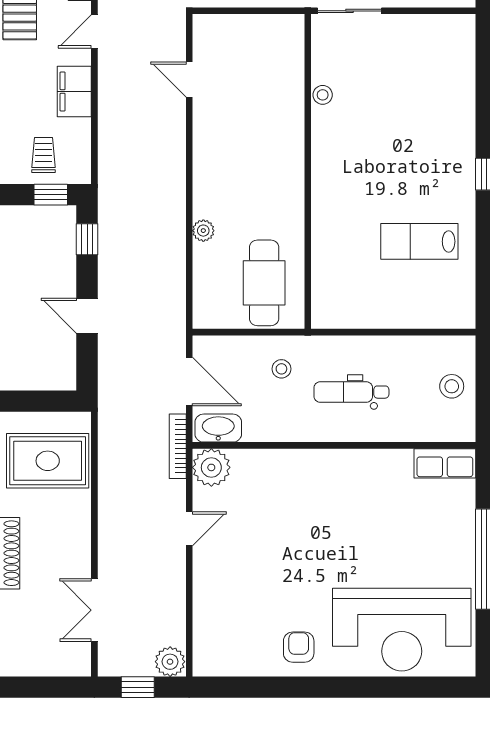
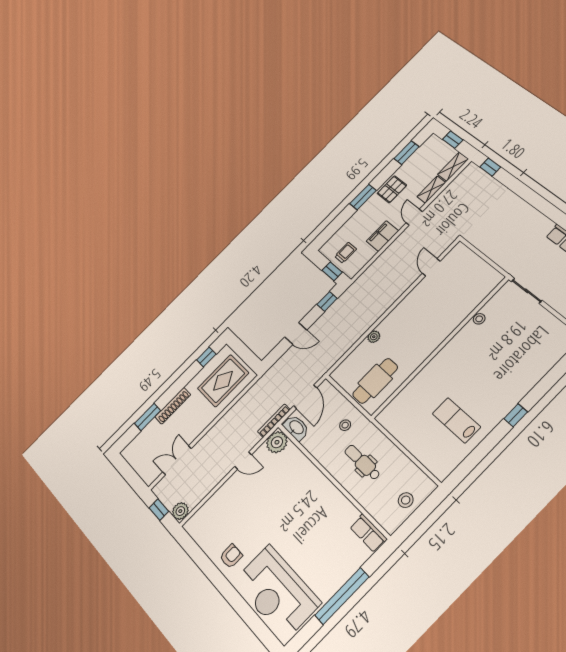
door: (94, 31) -> (414, 217), hinge flipped
door: (87, 316) -> (296, 333), swing flipped
rug: (48, 461) -> (223, 381), turned 90

